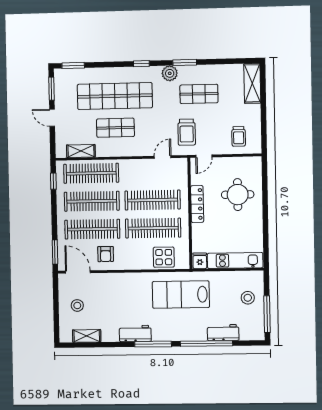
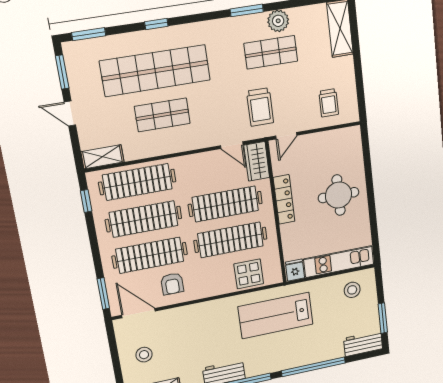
window: (141, 64) -> (156, 24), moved
plant: (170, 73) -> (278, 21), moved
shelving: (81, 151) -> (102, 157), moved
door: (163, 157) -> (232, 145), swing flipped
wardrobe: (180, 172) -> (257, 161), added
round table: (238, 195) -> (339, 195), moved
stool: (248, 298) -> (352, 290), moved
window: (267, 314) -> (383, 318), width x0.69
workbench: (223, 333) -> (363, 343), moved

